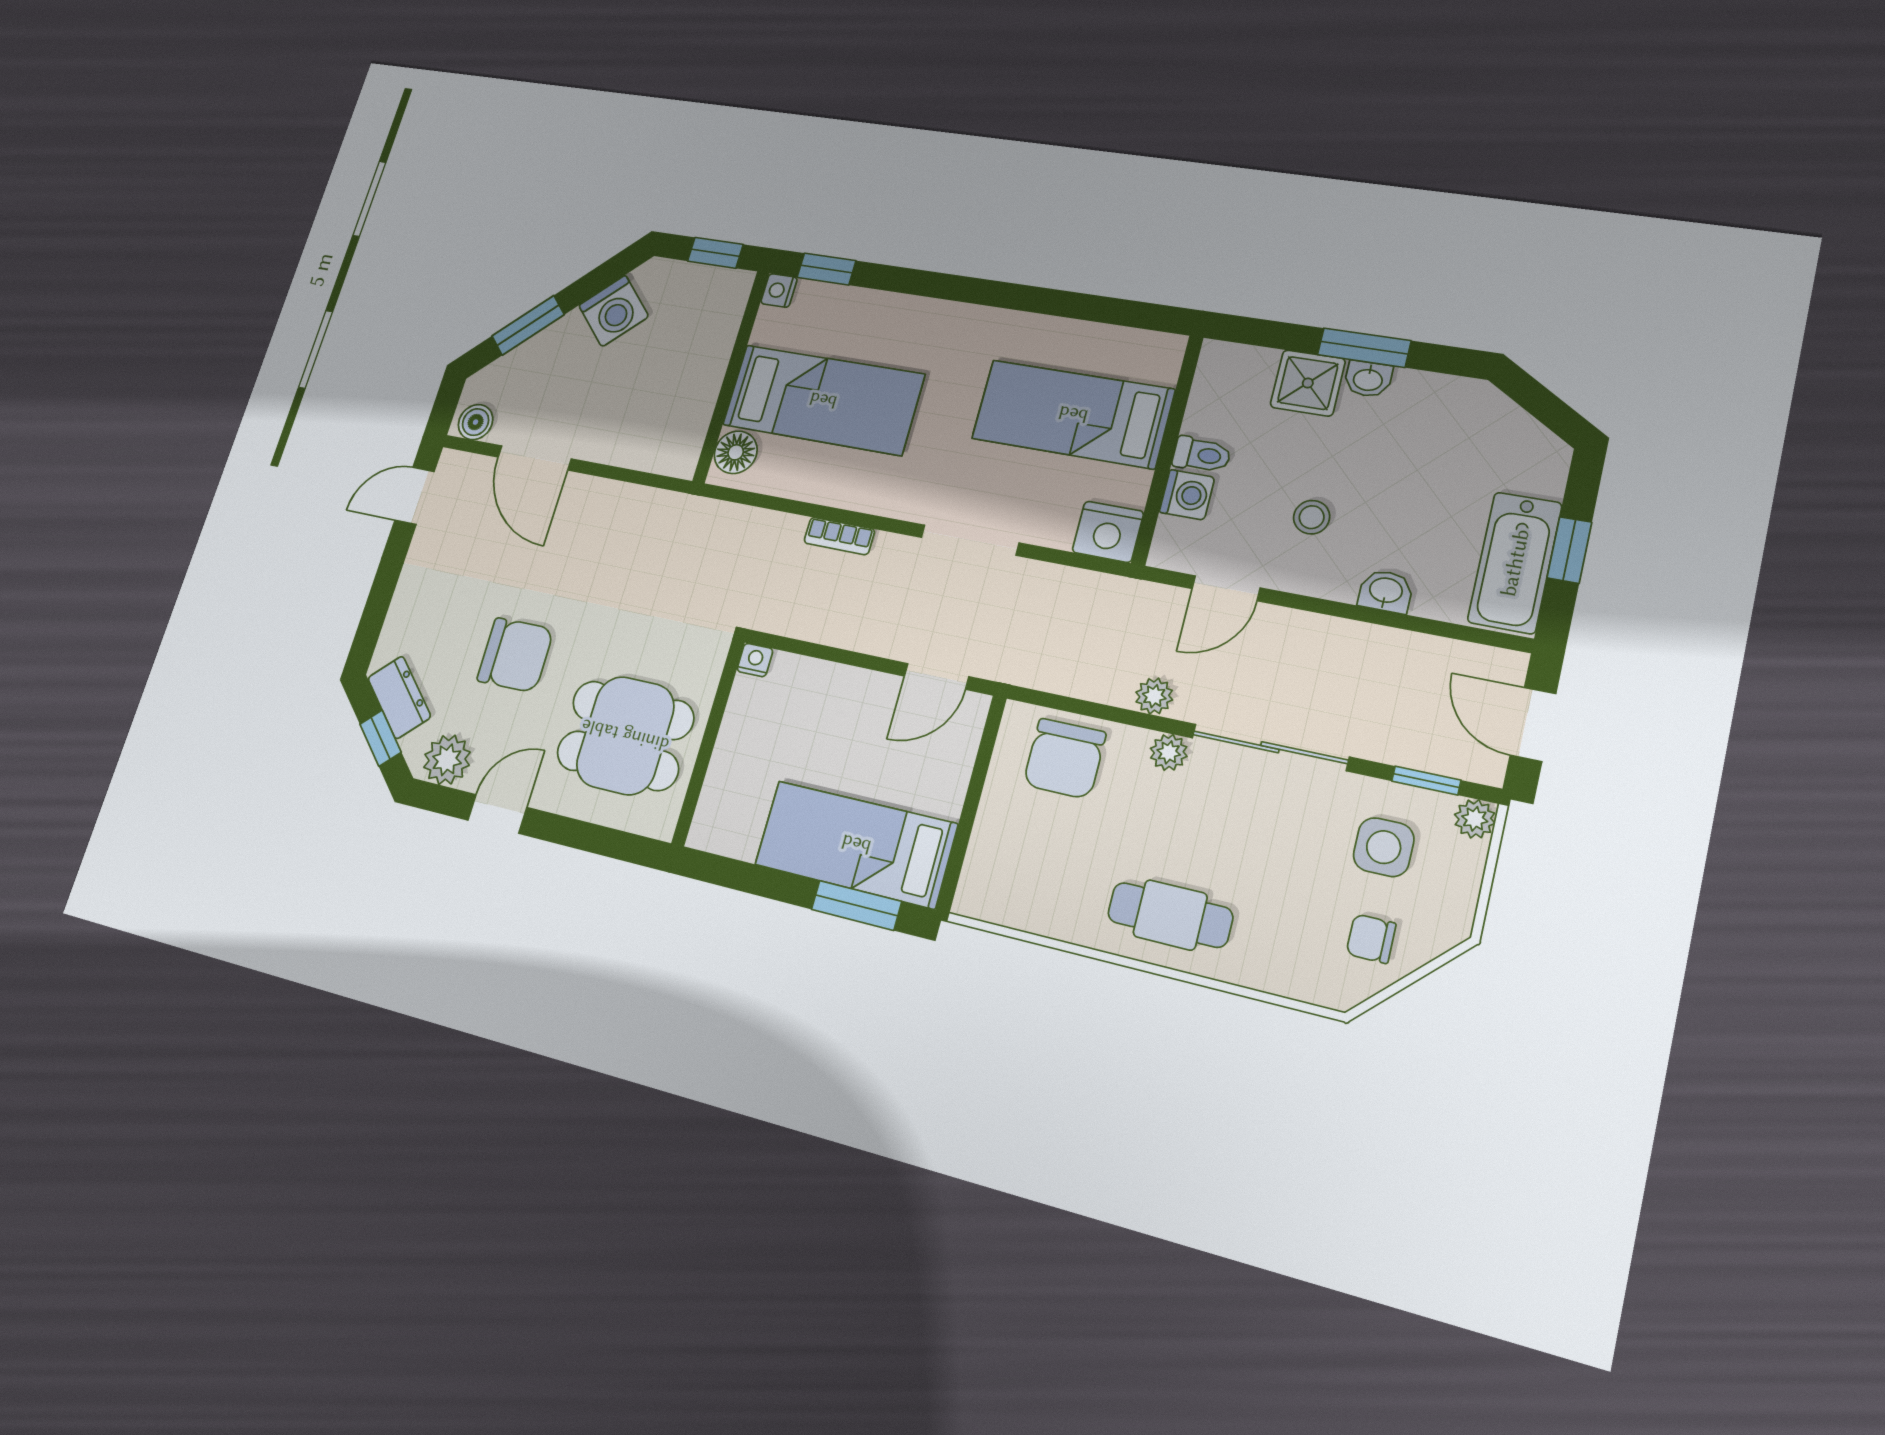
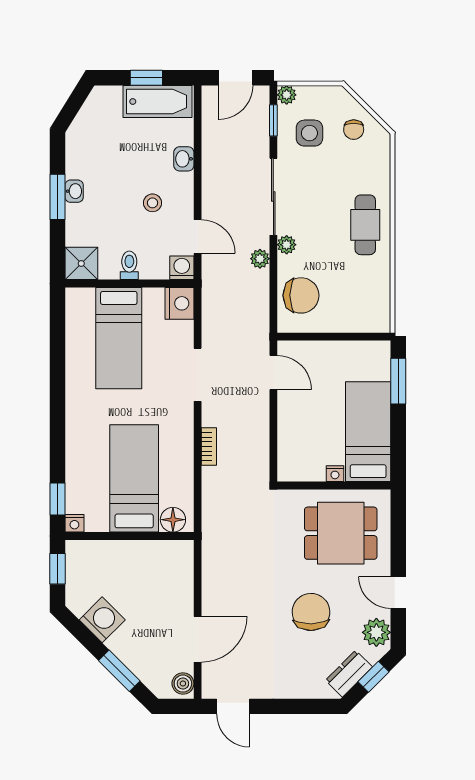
shower: (1308, 383) -> (81, 263), moved
washing machine: (1187, 495) -> (182, 268), moved
nightstand: (755, 660) -> (335, 474), moved, turned -90
dining table: (625, 735) -> (341, 533), turned 90
bed: (856, 844) -> (368, 432), moved, turned 180

